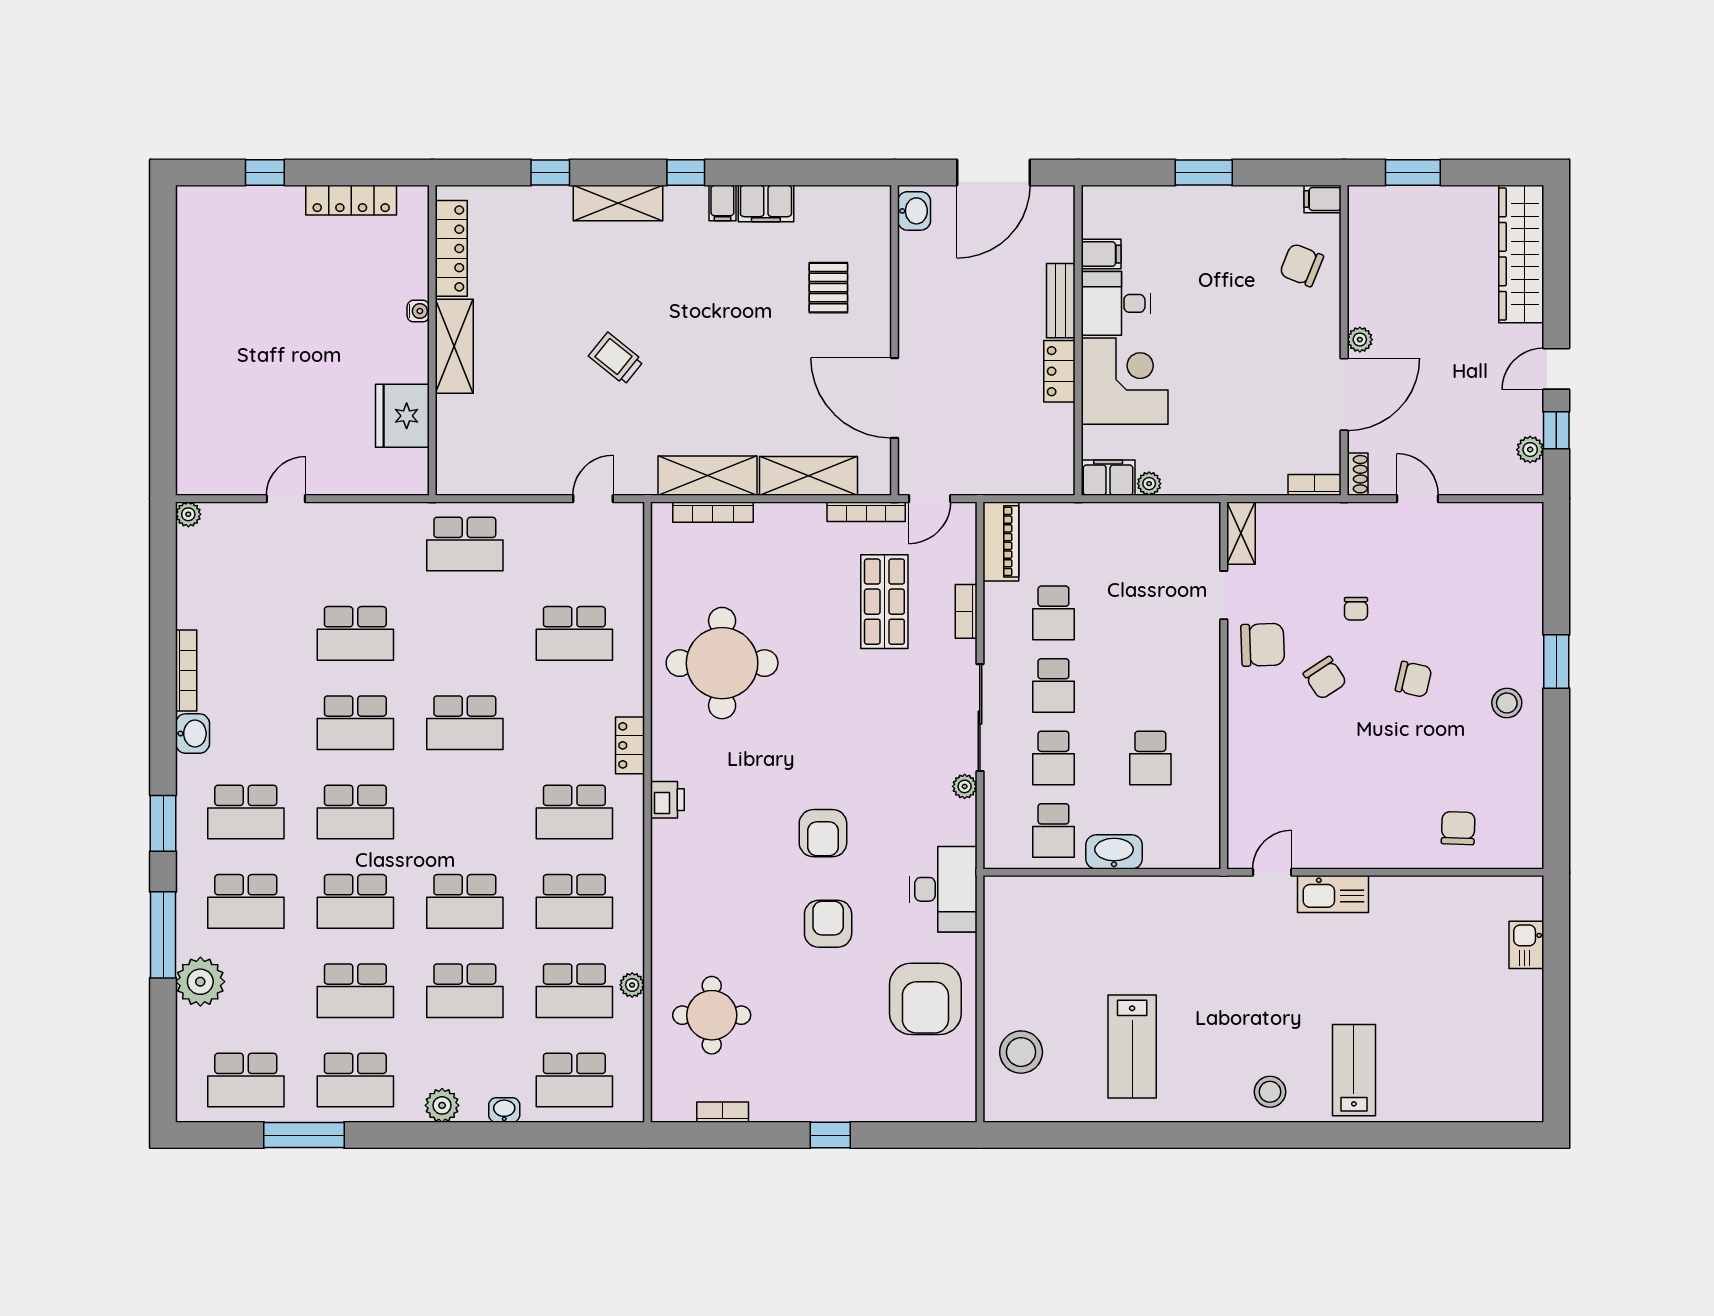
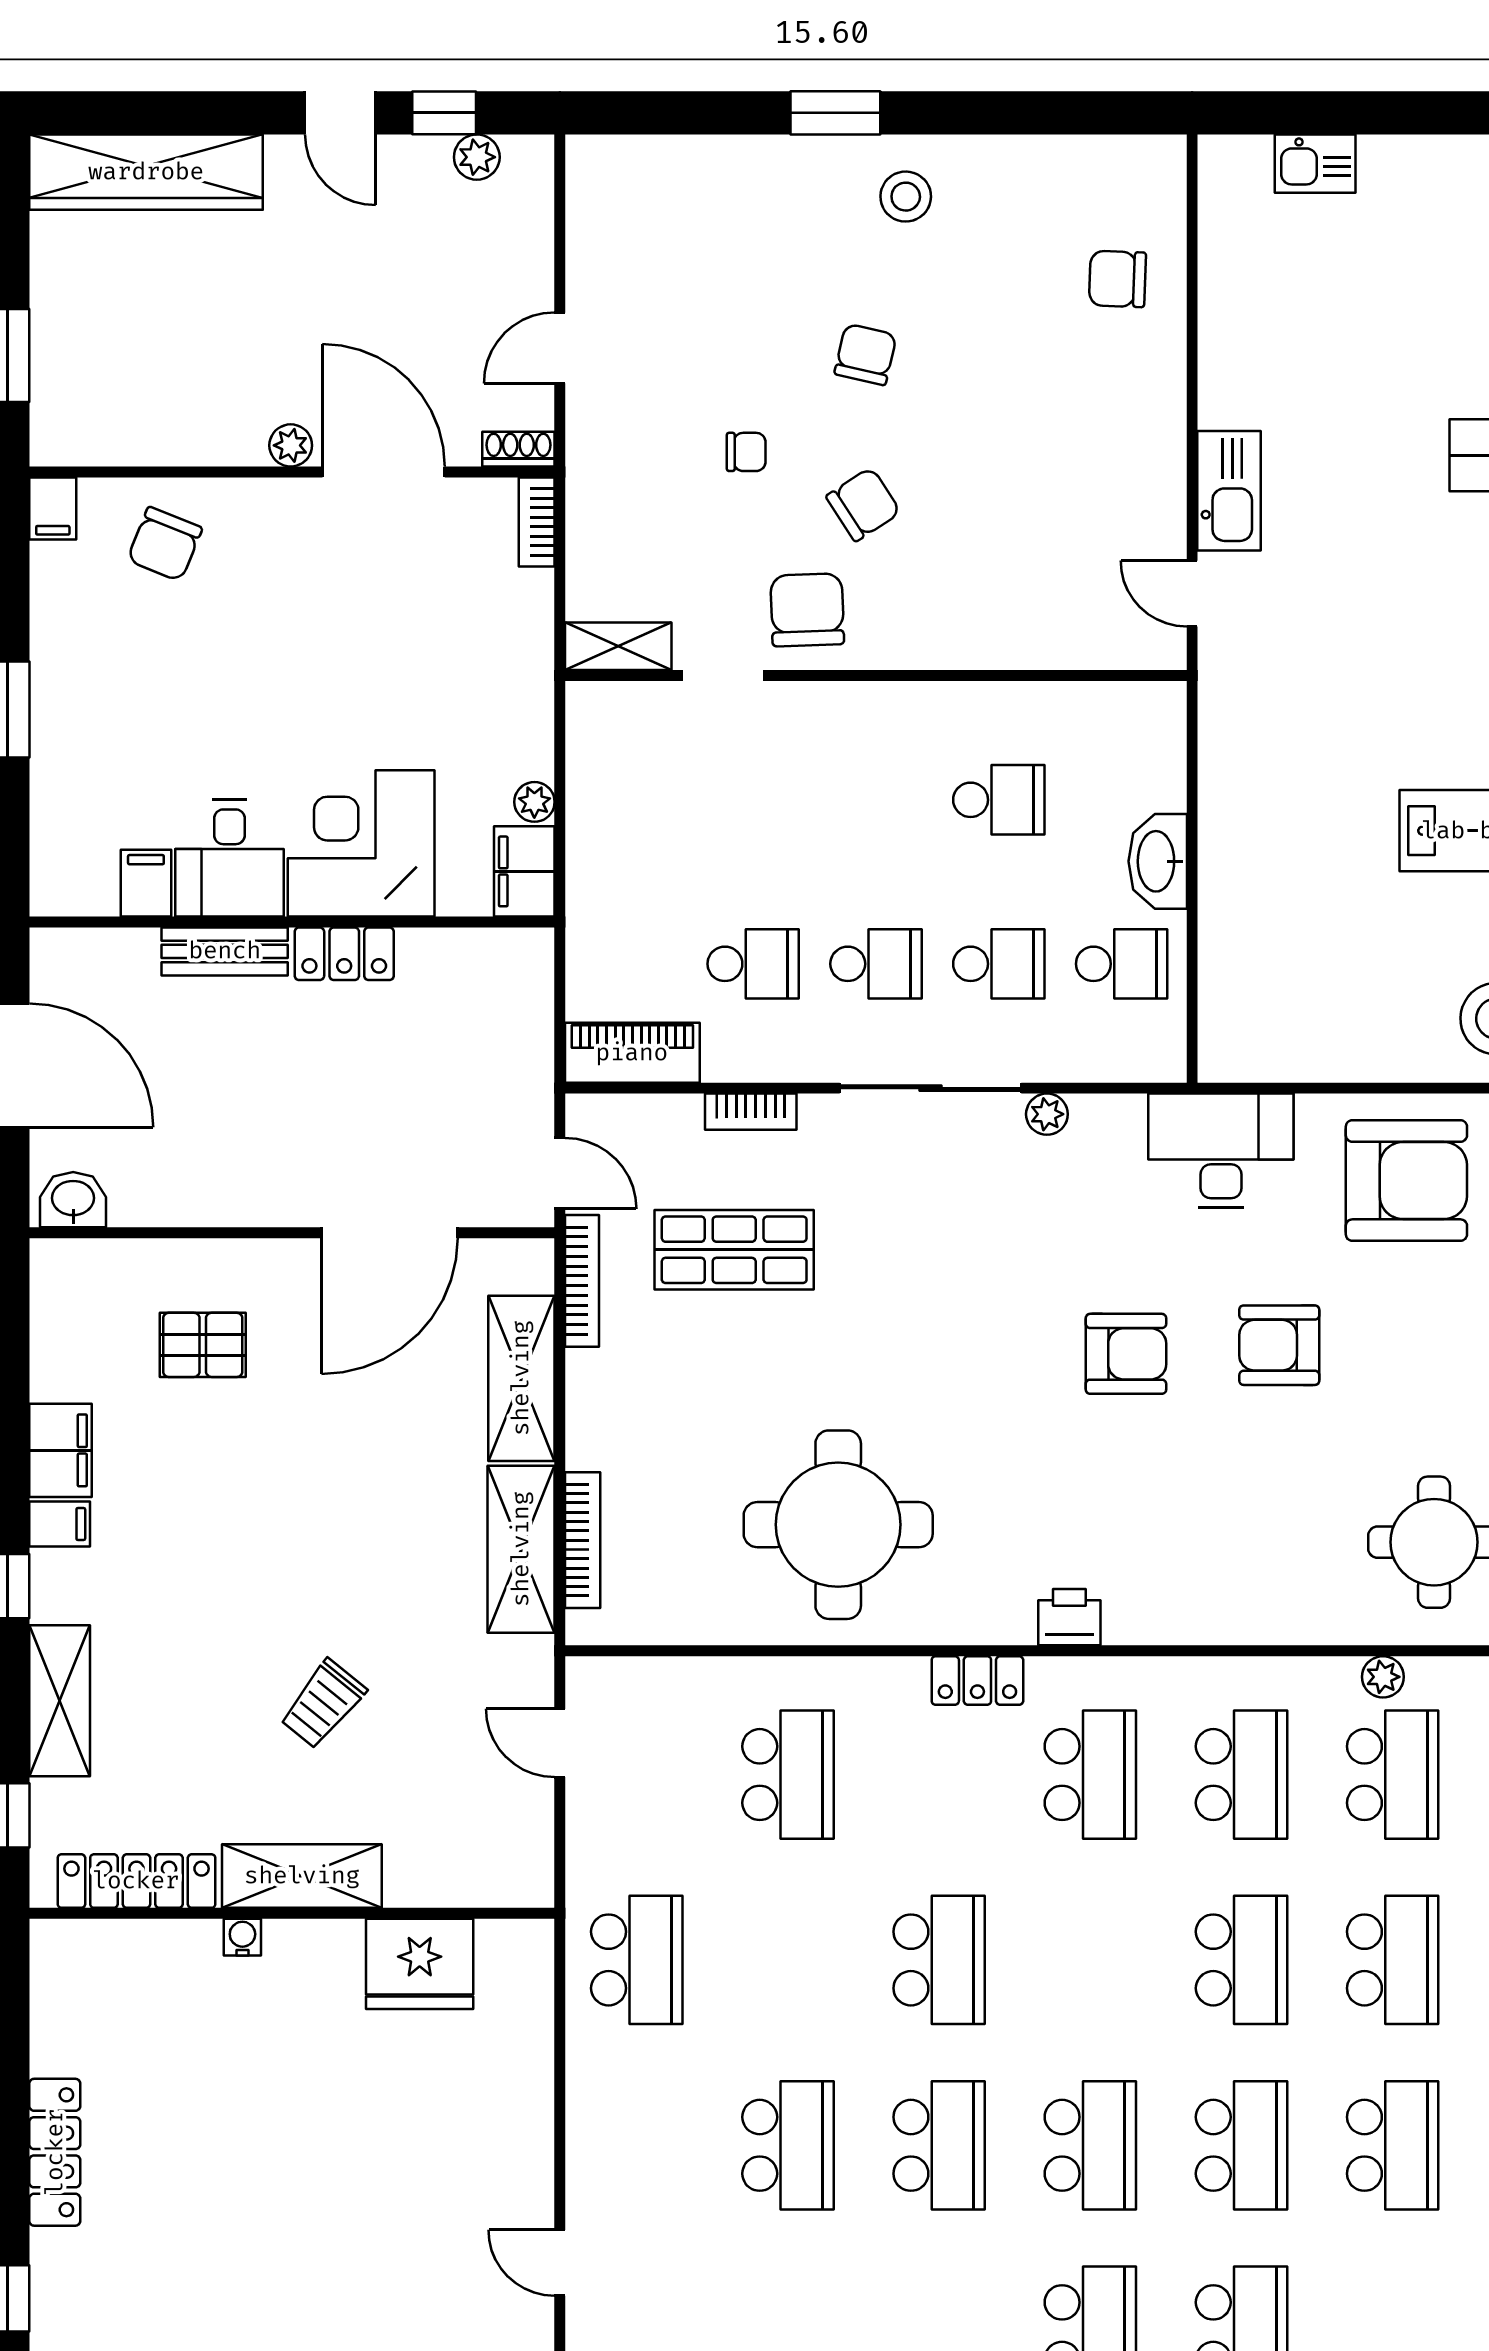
locker: (451, 248) -> (136, 1881), moved
water cooler: (418, 311) -> (242, 1937), moved
wall: (432, 340) -> (292, 1913), moved
shelving: (454, 346) -> (302, 1876), moved
fridge: (402, 416) -> (420, 1964), moved

